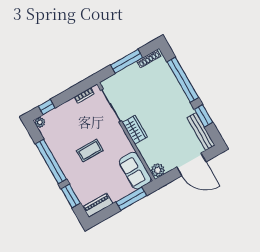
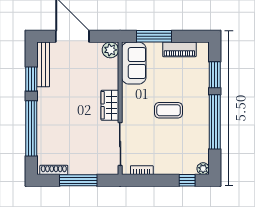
piano: (98, 205) -> (179, 49), moved

